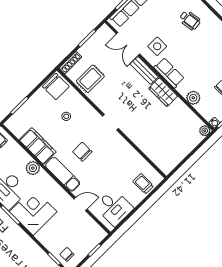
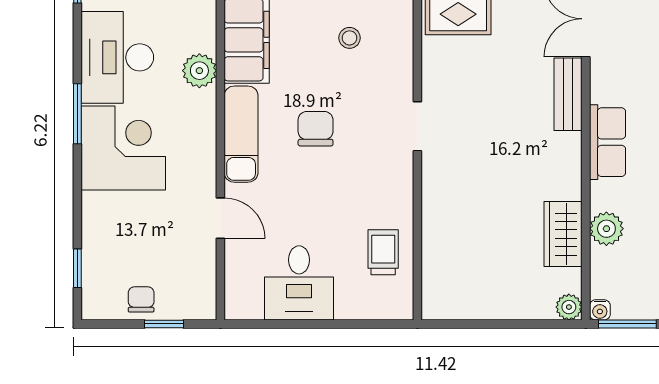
side table: (157, 46) -> (633, 74), removed
wardrobe: (163, 92) -> (563, 234), moved
trolley: (143, 184) -> (383, 252), moved
desk: (114, 207) -> (299, 283), moved
chair: (67, 254) -> (141, 299), moved

